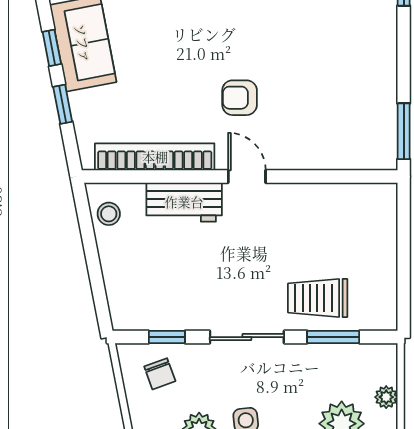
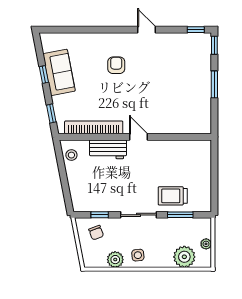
armchair: (240, 98) -> (116, 65), moved, turned 90
window: (63, 104) -> (51, 113), moved
window: (404, 131) -> (214, 84), moved

